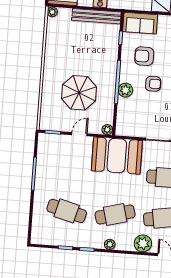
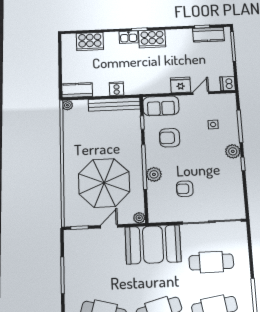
armchair: (153, 84) -> (185, 189), moved, turned 180
parasol: (79, 93) -> (104, 183), width x1.36, depth x1.36

